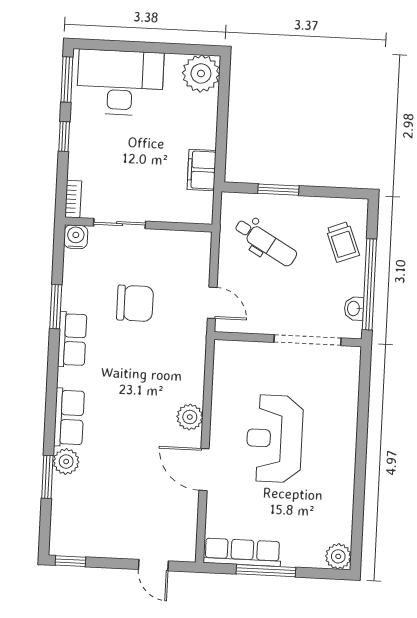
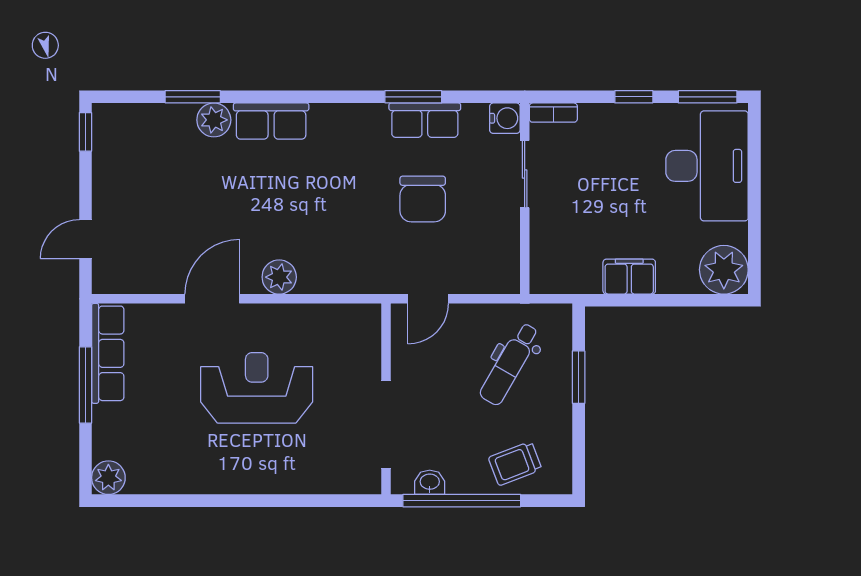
filing cabinet: (202, 170) -> (629, 277), moved
row of seats: (72, 339) -> (425, 120), moved

